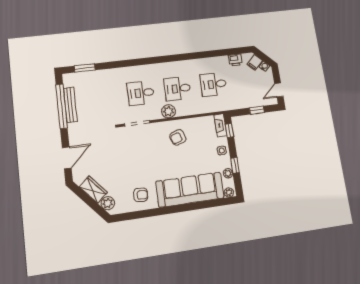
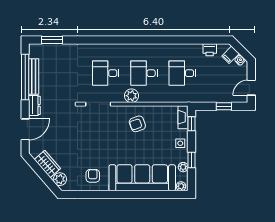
dresser: (74, 133) -> (34, 105), added
armchair: (141, 195) -> (93, 176), turned -96

